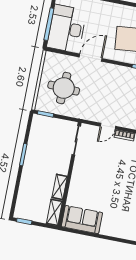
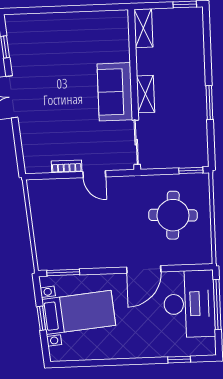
door: (108, 126) -> (94, 174), swing flipped
shelving: (60, 187) -> (146, 94), moved
sofa: (82, 220) -> (115, 92), moved, turned 90

